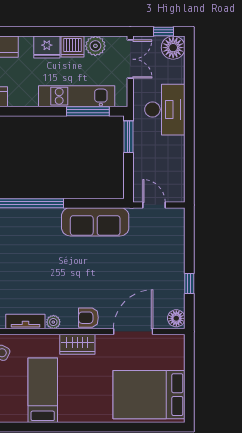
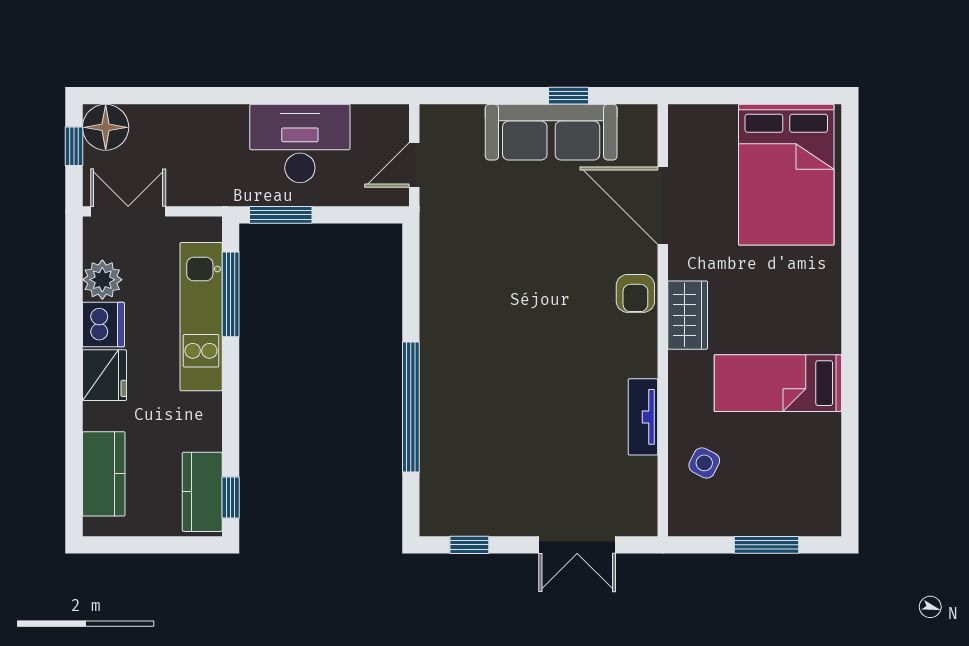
desk: (165, 110) -> (300, 143), moved
sofa: (95, 222) -> (551, 132), moved, turned 90
floor lamp: (176, 318) -> (637, 121), removed
plant: (53, 322) -> (644, 362), removed

